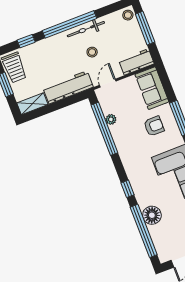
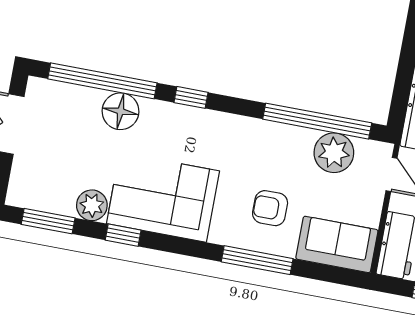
plant: (111, 119) -> (334, 153), width x1.88, depth x1.88
armchair: (154, 126) -> (270, 208), turned 90

